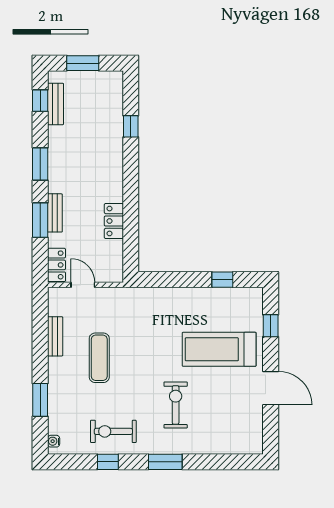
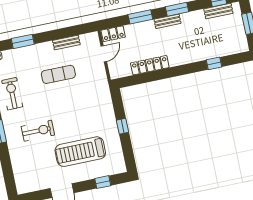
bench: (55, 213) -> (167, 21), moved
locker: (114, 221) -> (150, 65), width x1.53
window: (222, 280) -> (123, 126), moved
treadmill: (219, 349) -> (80, 152), turned -90

